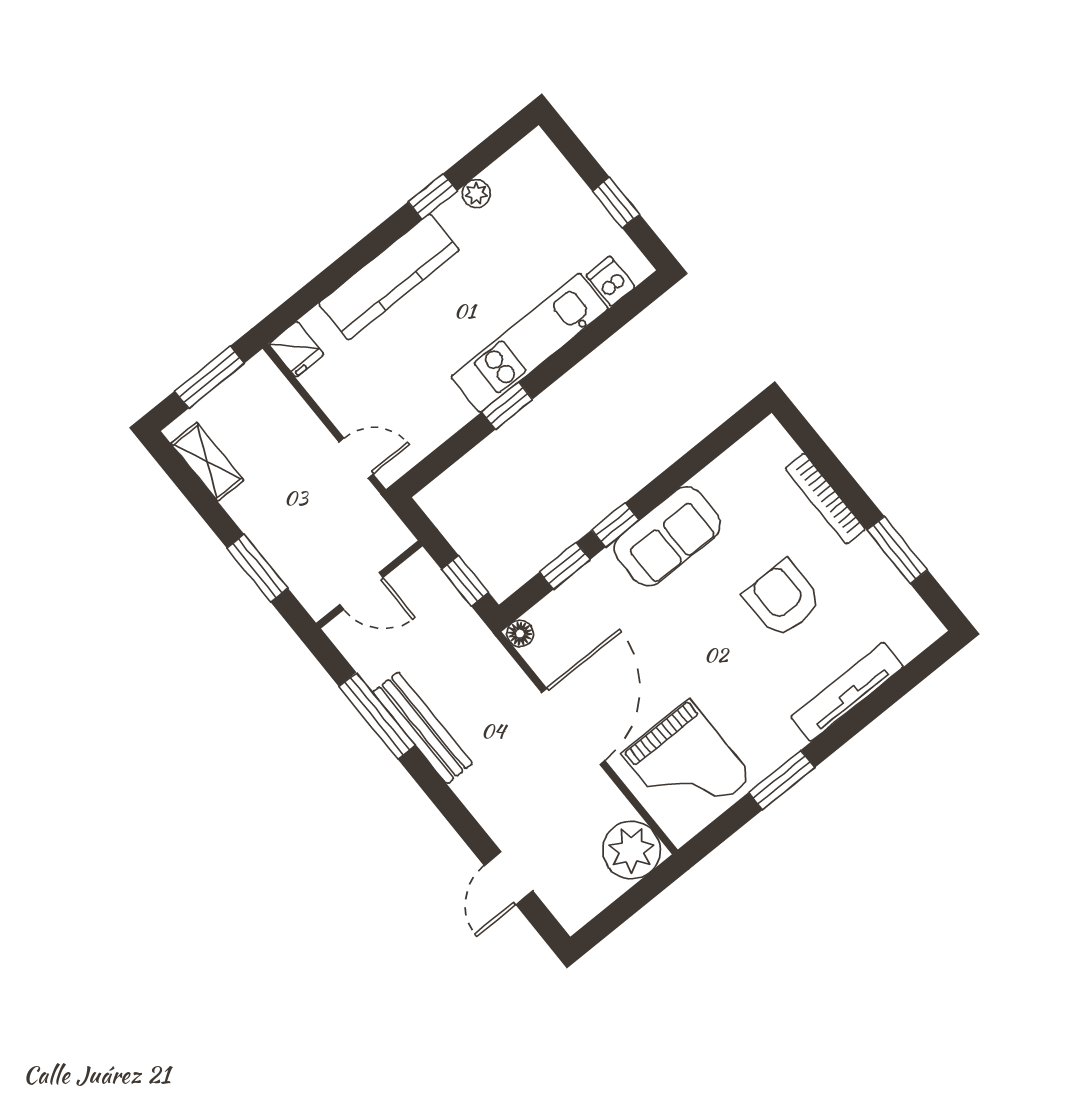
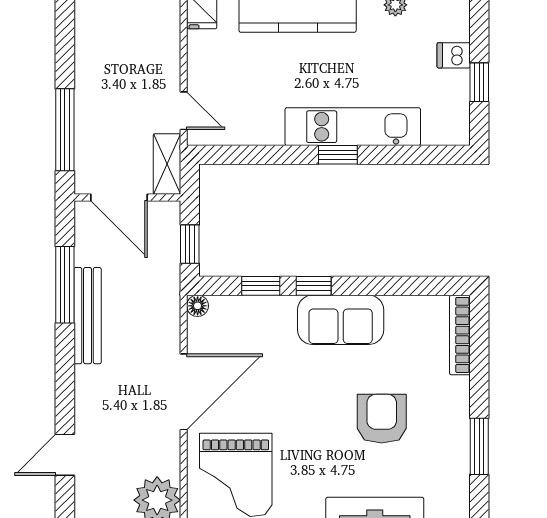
dishwasher: (611, 281) -> (454, 55), moved, turned -90
window: (507, 406) -> (338, 155), moved
shelving: (207, 462) -> (167, 164), moved
bookcase: (825, 499) -> (460, 335), moved
window: (257, 568) -> (65, 130), width x1.44
door: (361, 591) -> (119, 198), width x1.38

